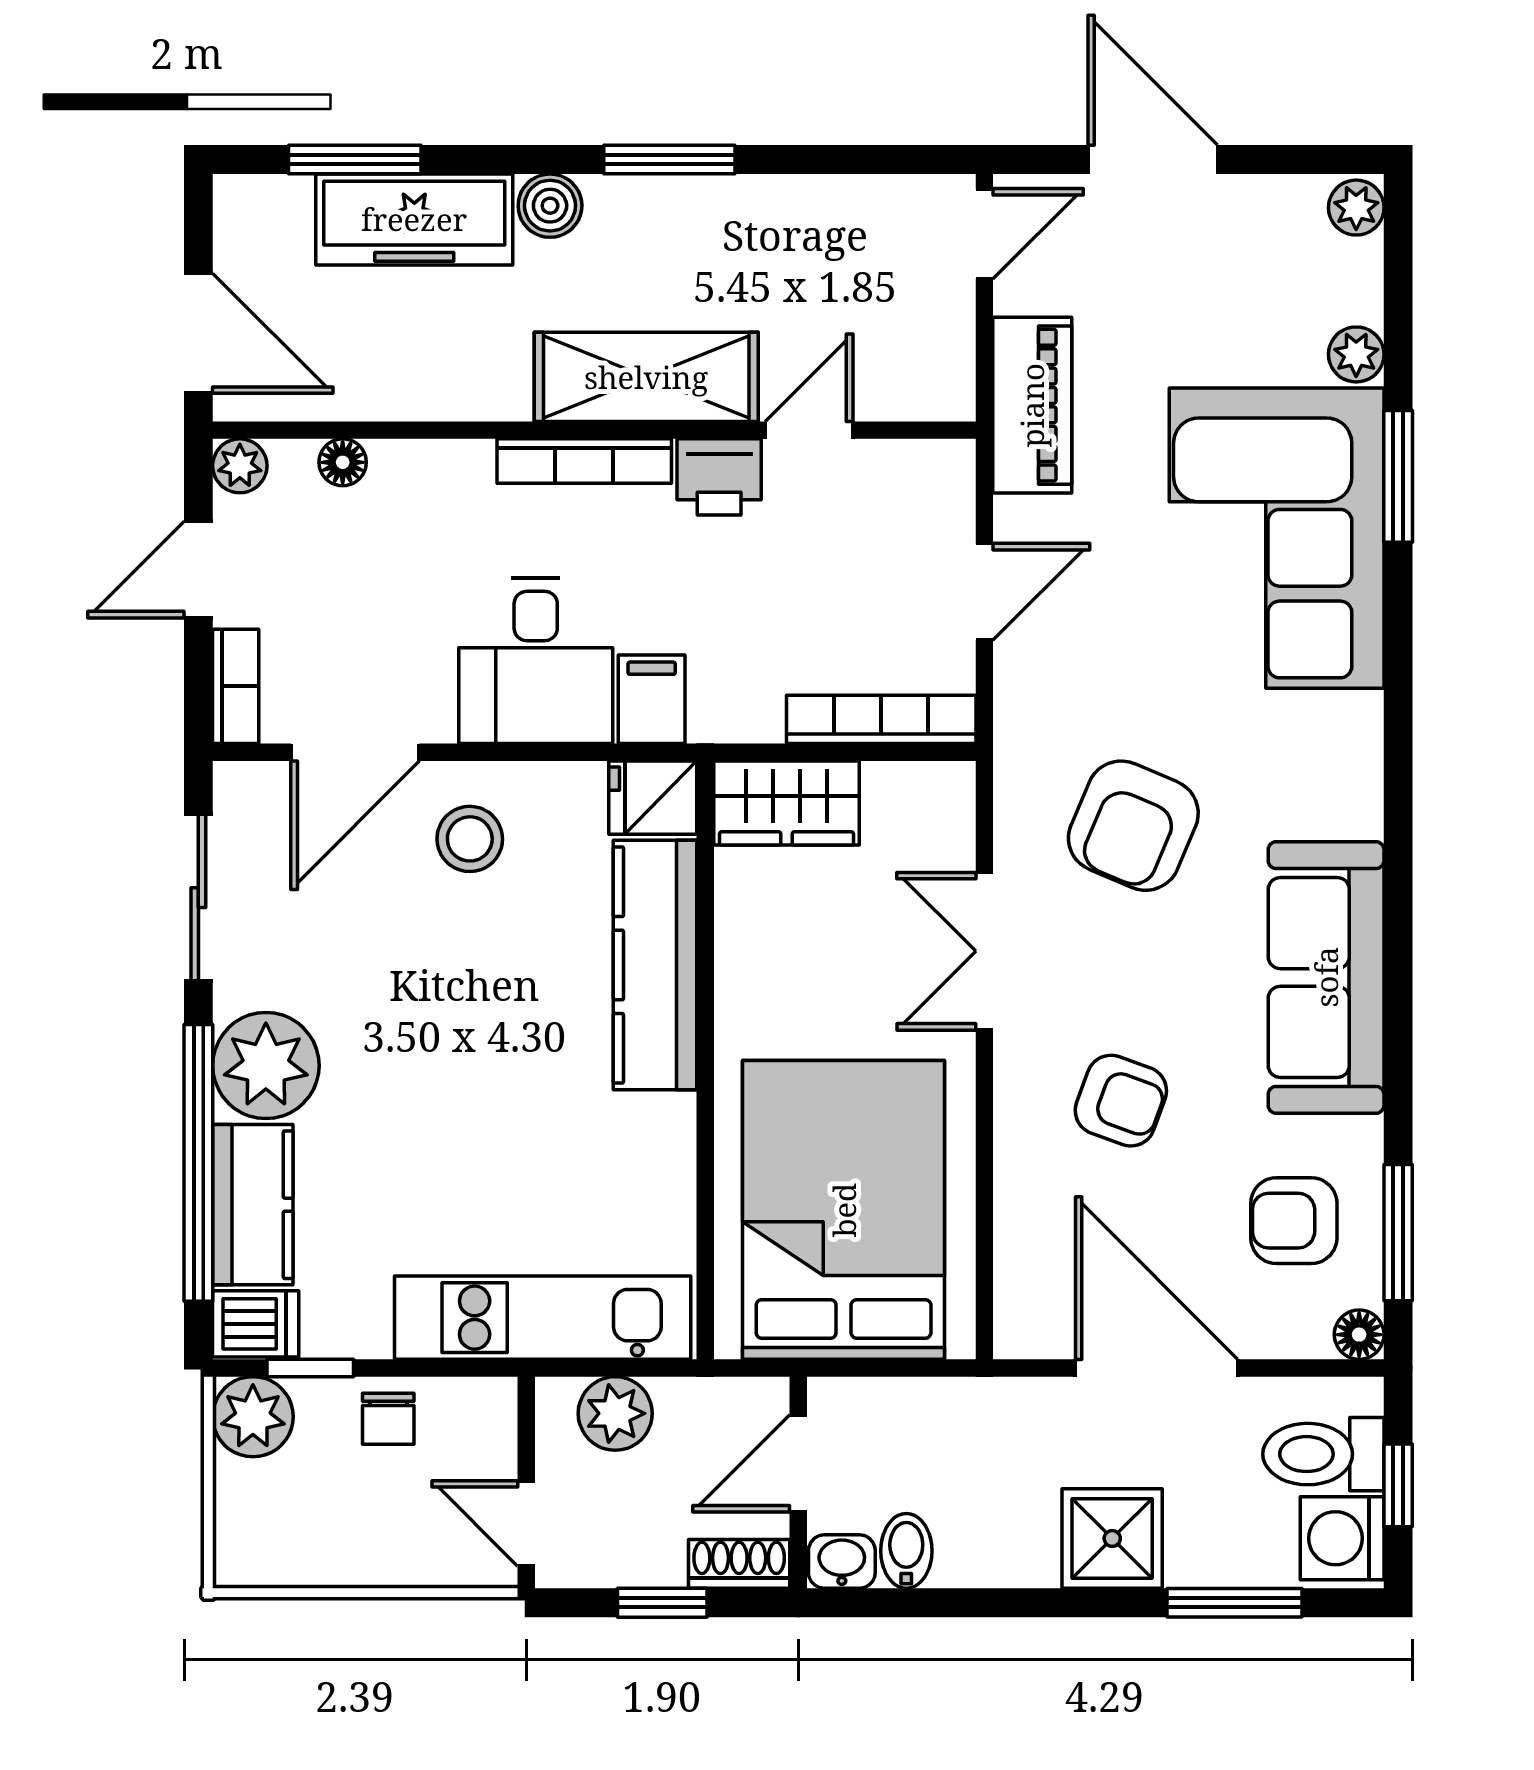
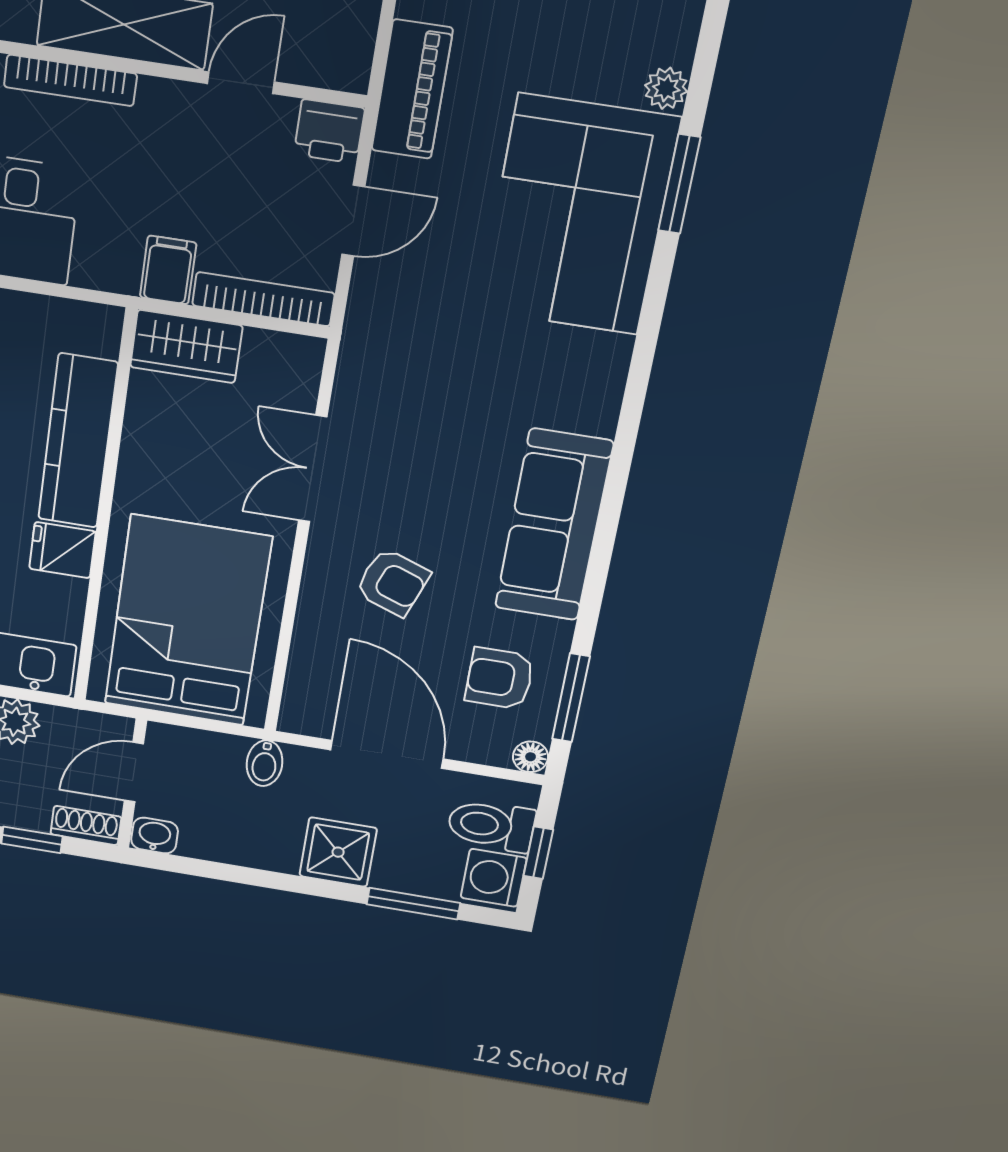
printer: (719, 477) -> (329, 131), moved
filing cabinet: (652, 699) -> (168, 270), moved
fridge: (653, 798) -> (62, 550), moved
armchair: (1133, 826) -> (434, 401), removed
bidet: (906, 1551) -> (265, 763), moved, turned 180

